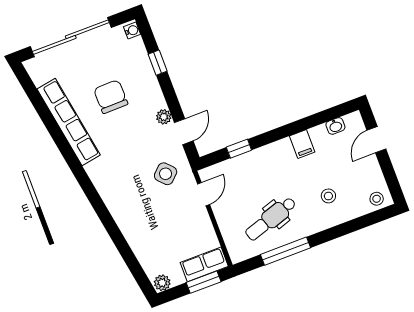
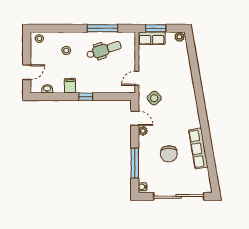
window: (158, 63) -> (135, 163), width x2.17
row of seats: (69, 122) -> (198, 148), width x0.73
door: (184, 132) -> (135, 118), swing flipped
window: (239, 149) -> (86, 97), moved

